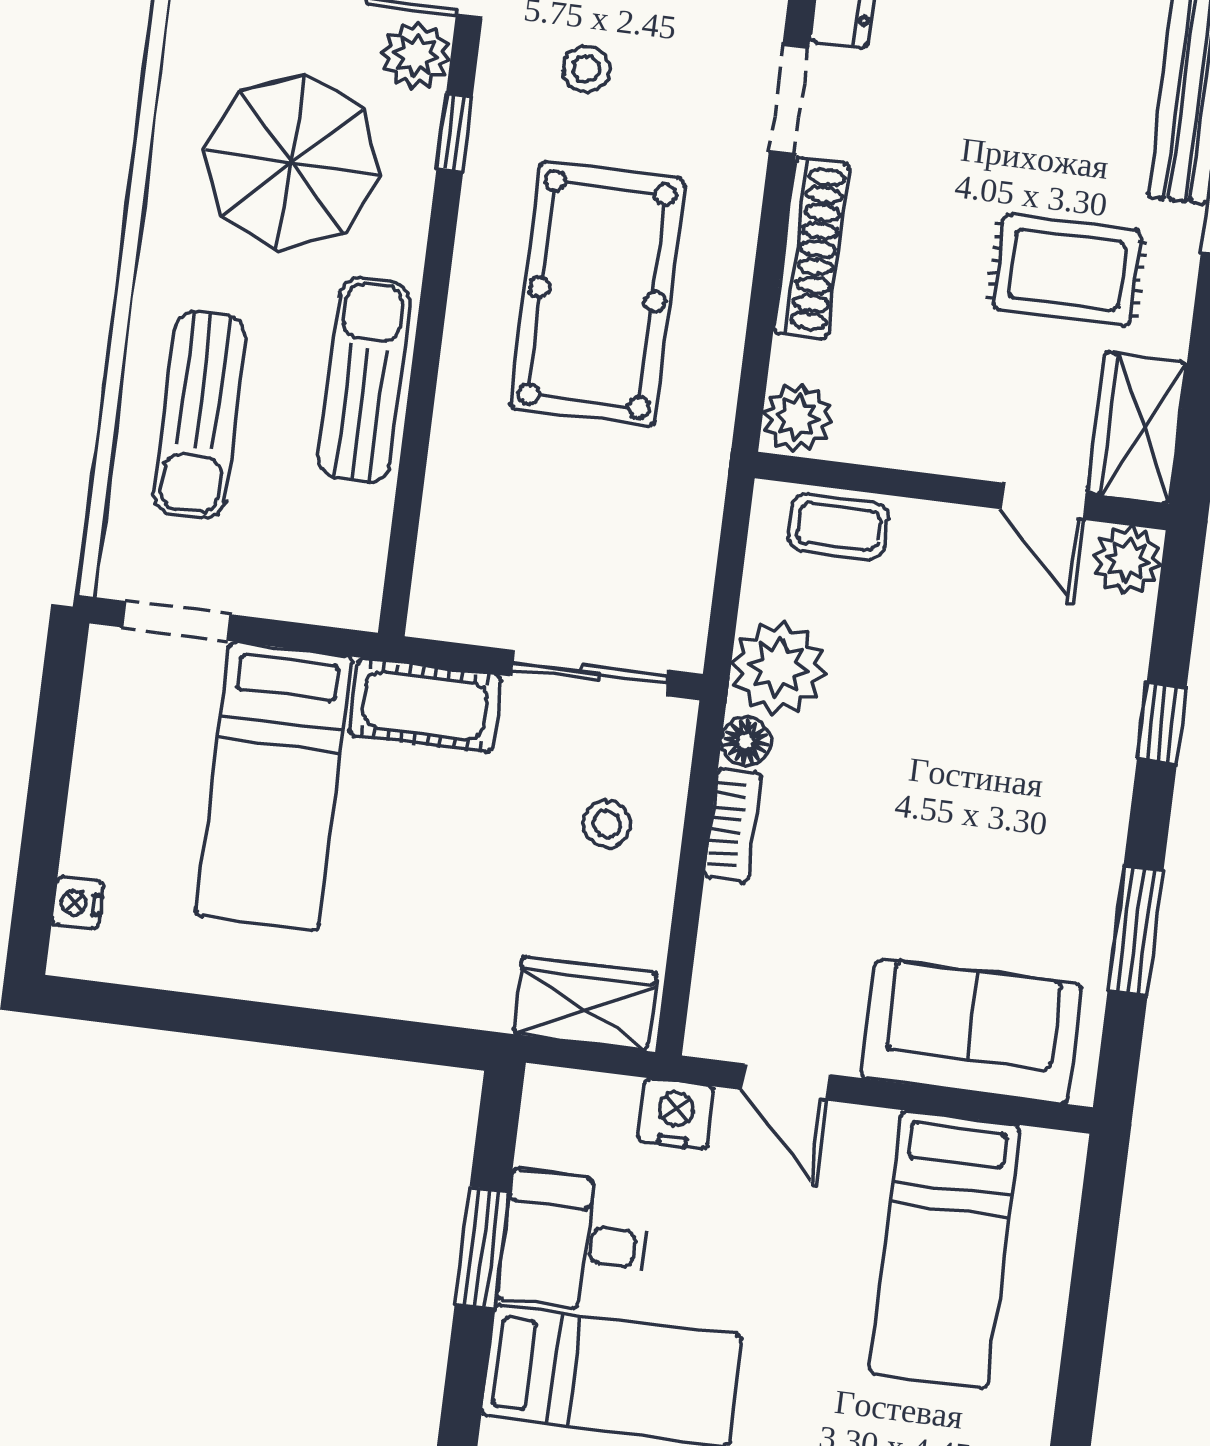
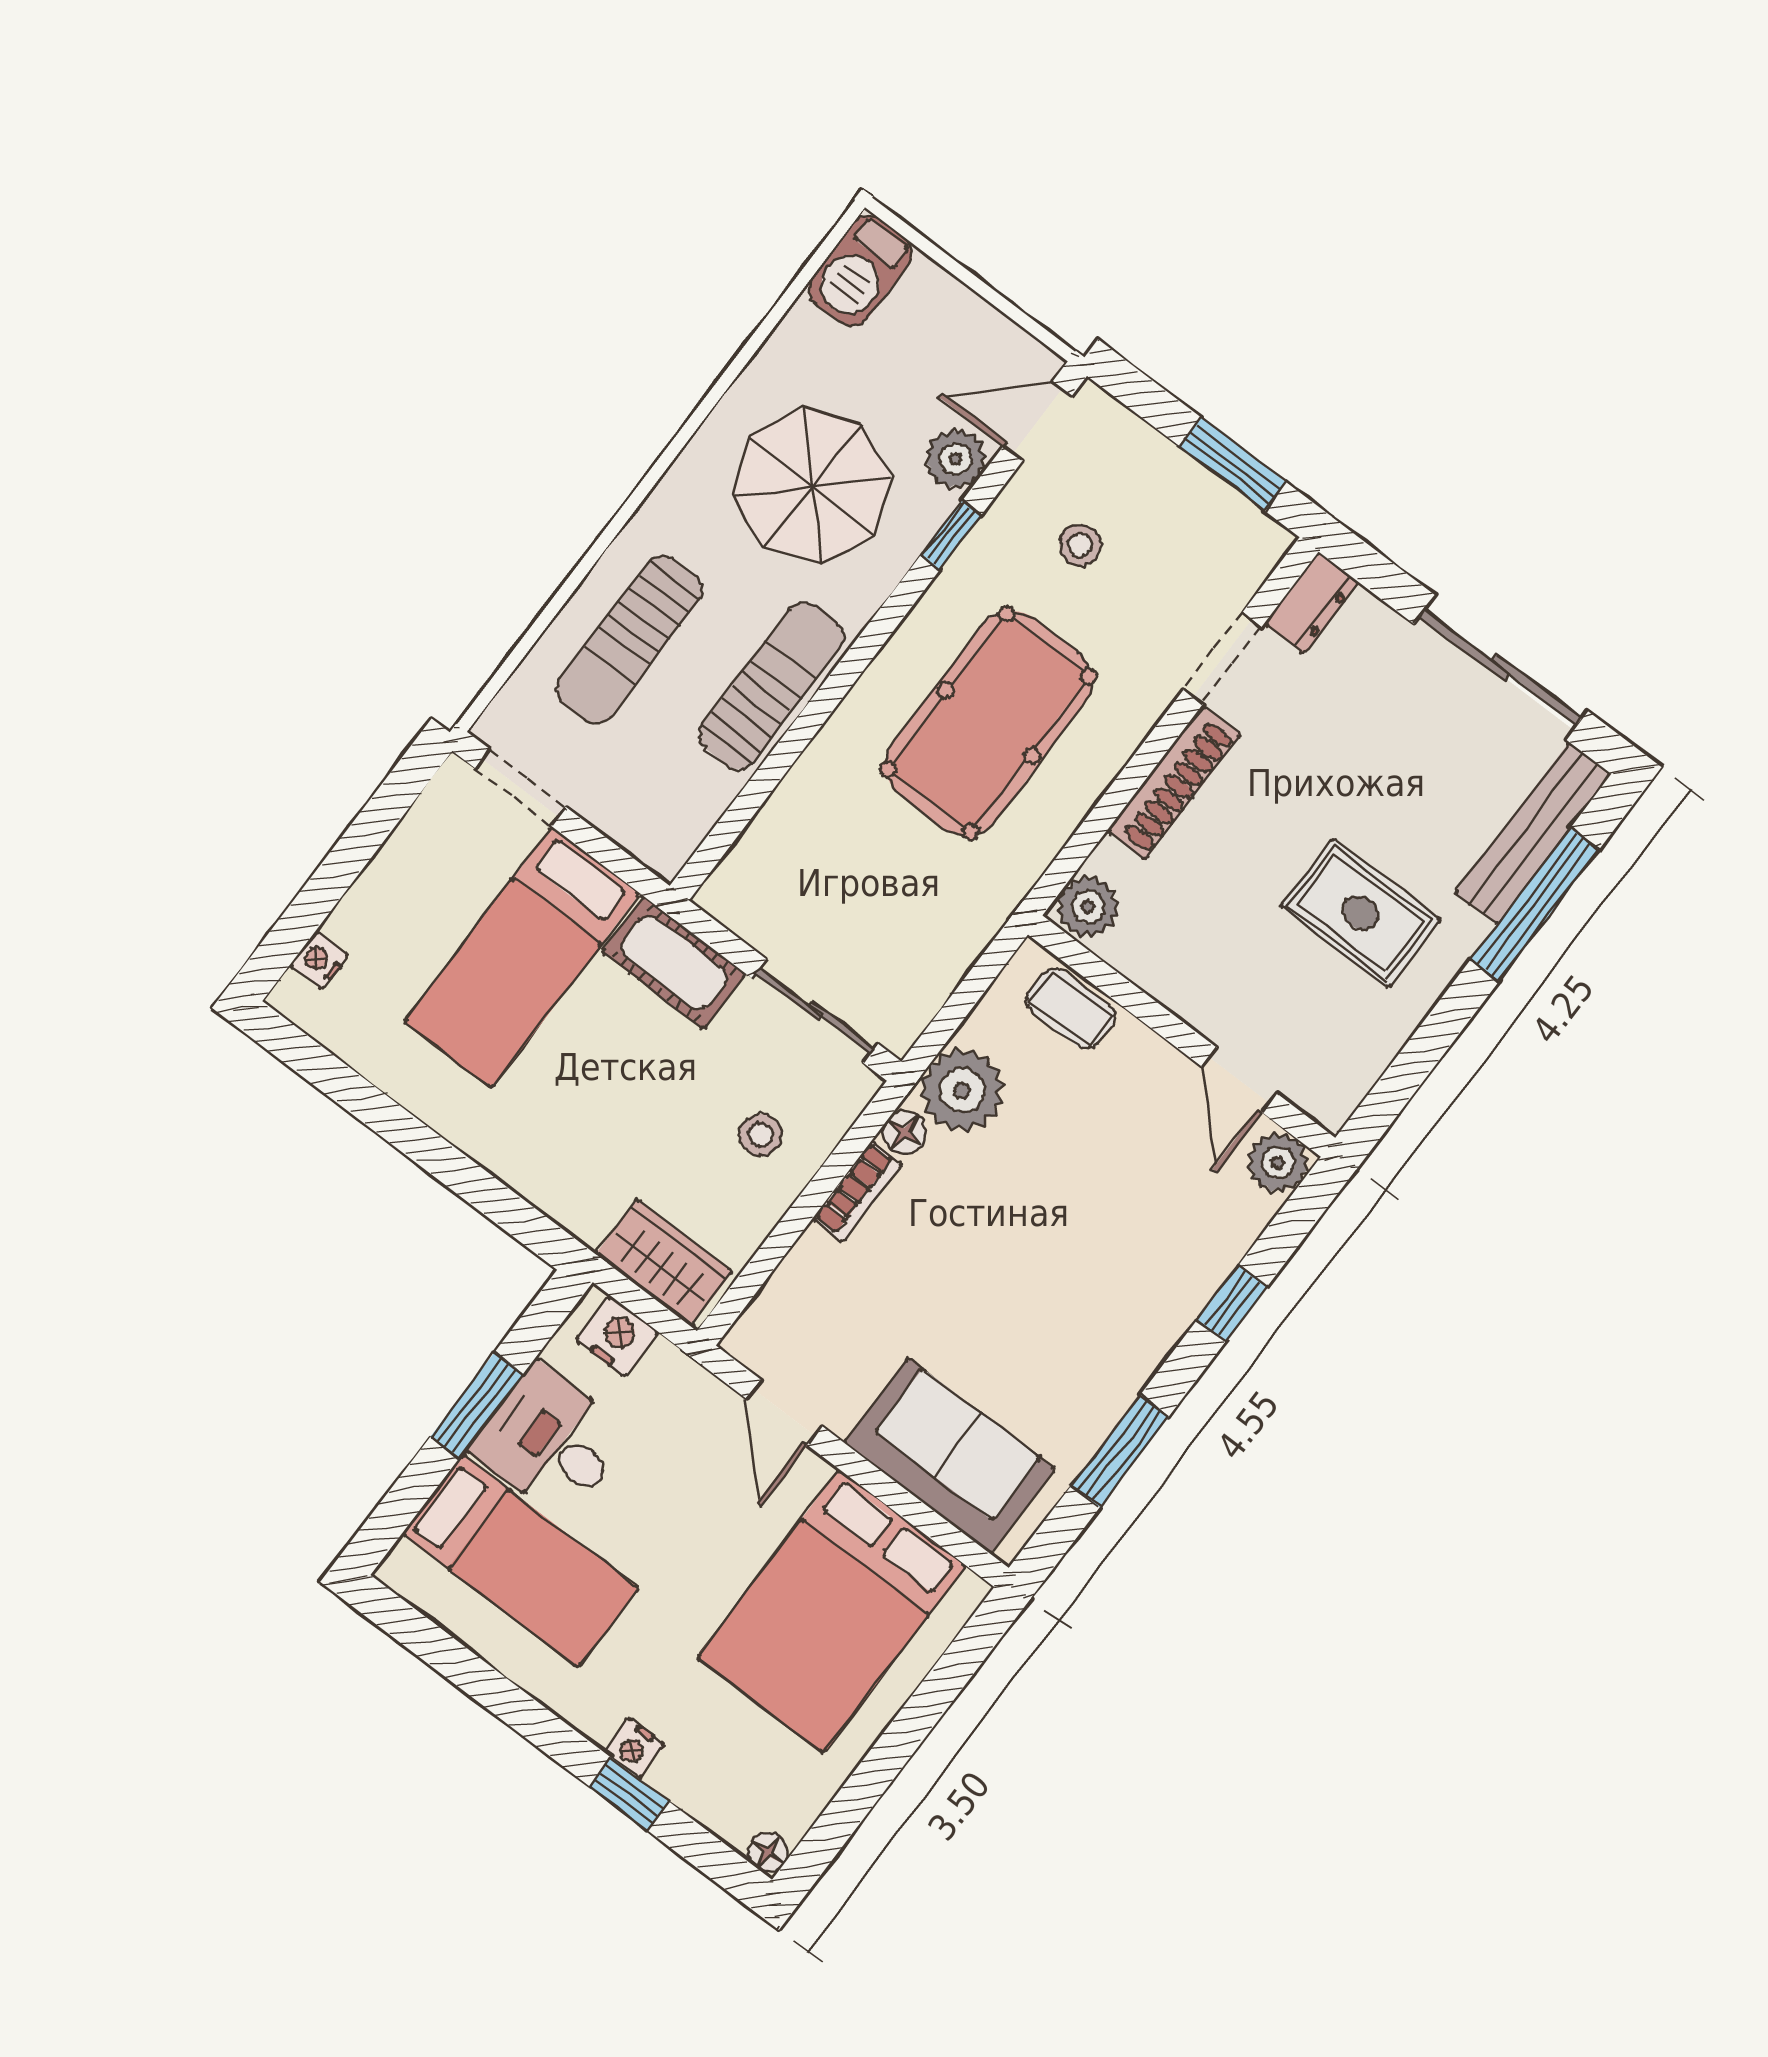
wardrobe: (1137, 428) -> (1344, 1065), removed
nightstand: (676, 1114) -> (617, 1336), moved
bed: (944, 1249) -> (831, 1611), width x1.50

